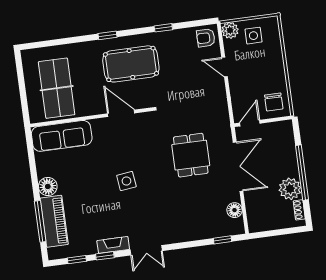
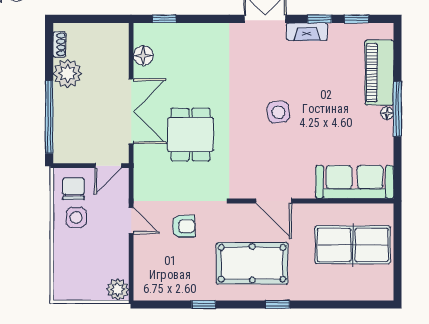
side table: (253, 36) -> (76, 218), moved
armchair: (206, 38) -> (184, 226), moved
door: (225, 67) -> (131, 221), moved
table tennis table: (57, 88) -> (353, 245), turned 90
double door: (238, 167) -> (131, 111), swing flipped
window: (302, 173) -> (49, 117), moved
floor lamp: (48, 186) -> (387, 113), width x0.53, depth x0.53
window: (40, 221) -> (397, 109), moved

